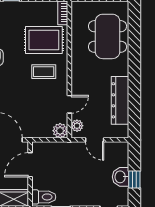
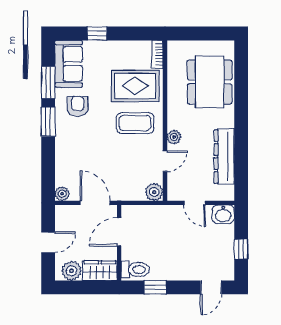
coffee table: (44, 72) -> (135, 123), width x1.36, depth x1.30
plant: (77, 126) -> (174, 137), moved
washbasin: (121, 177) -> (223, 214), moved, turned -90

